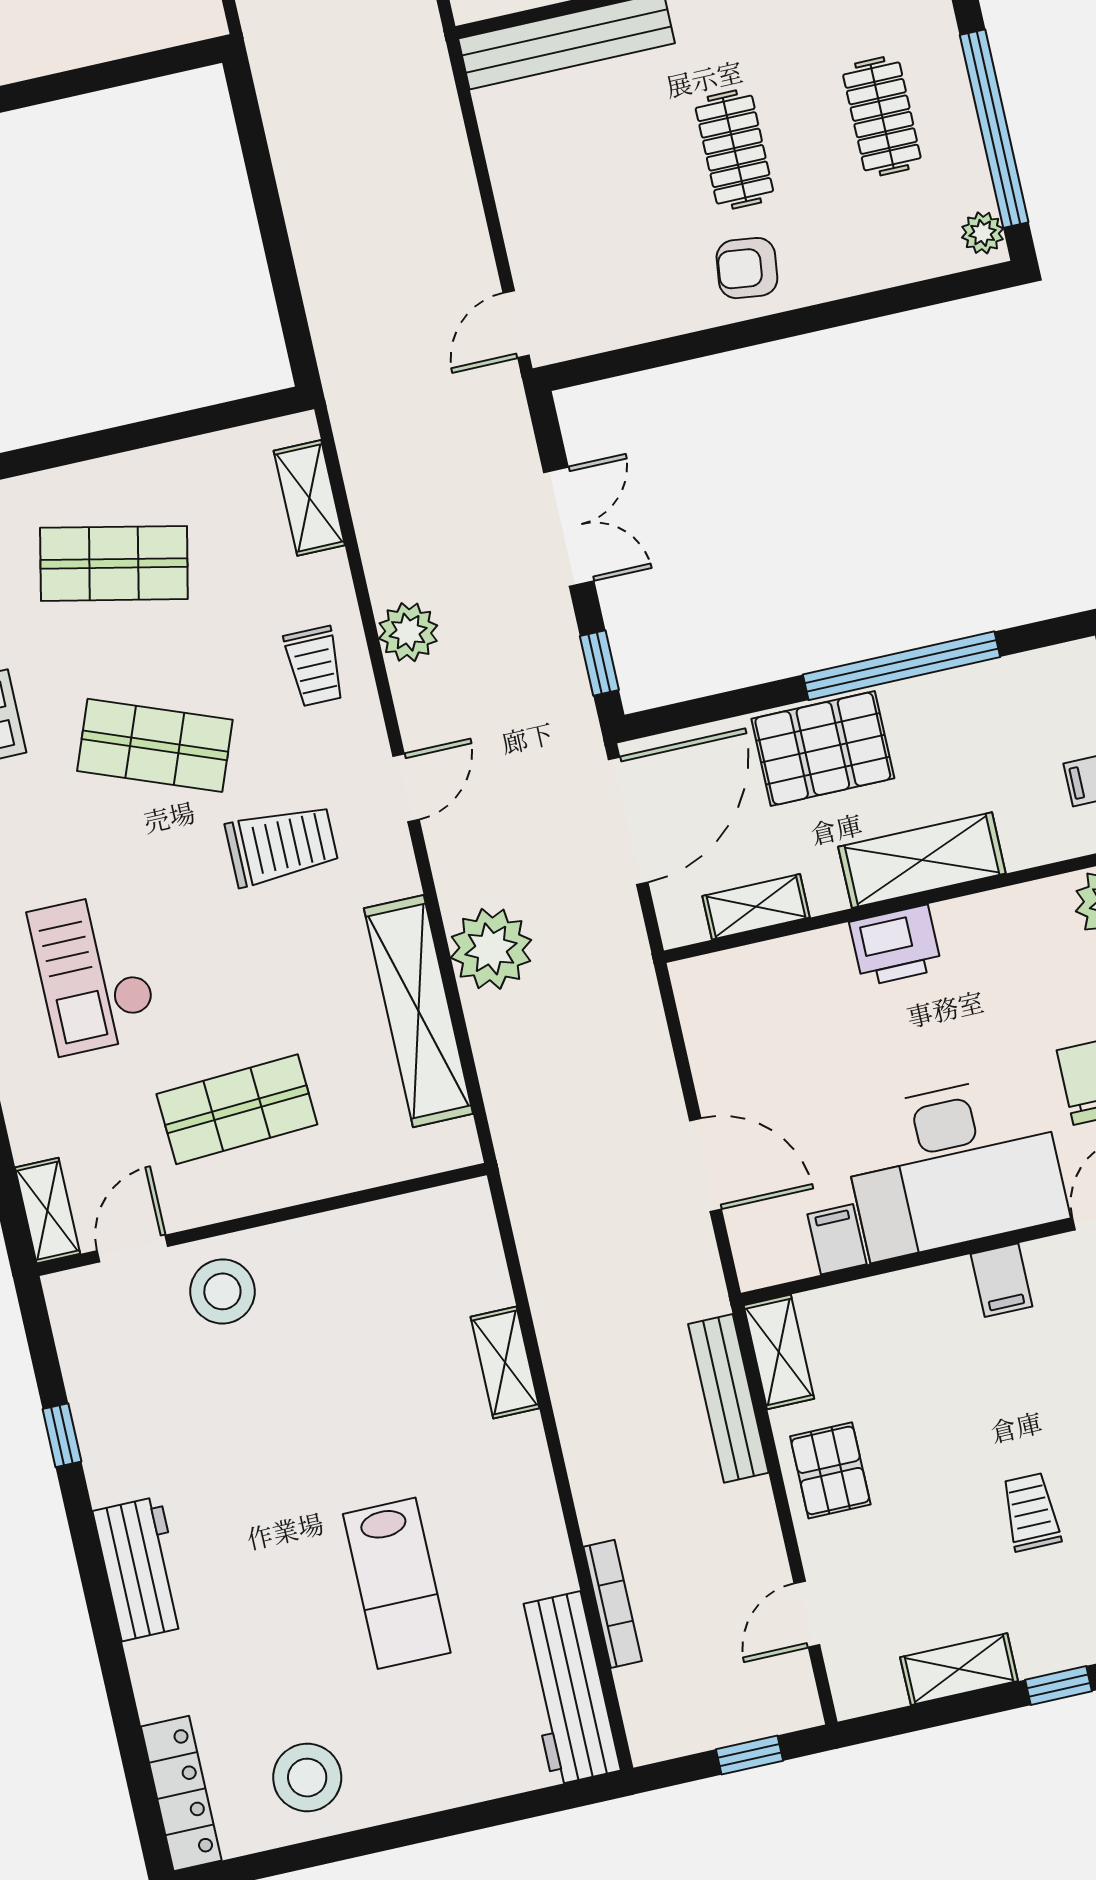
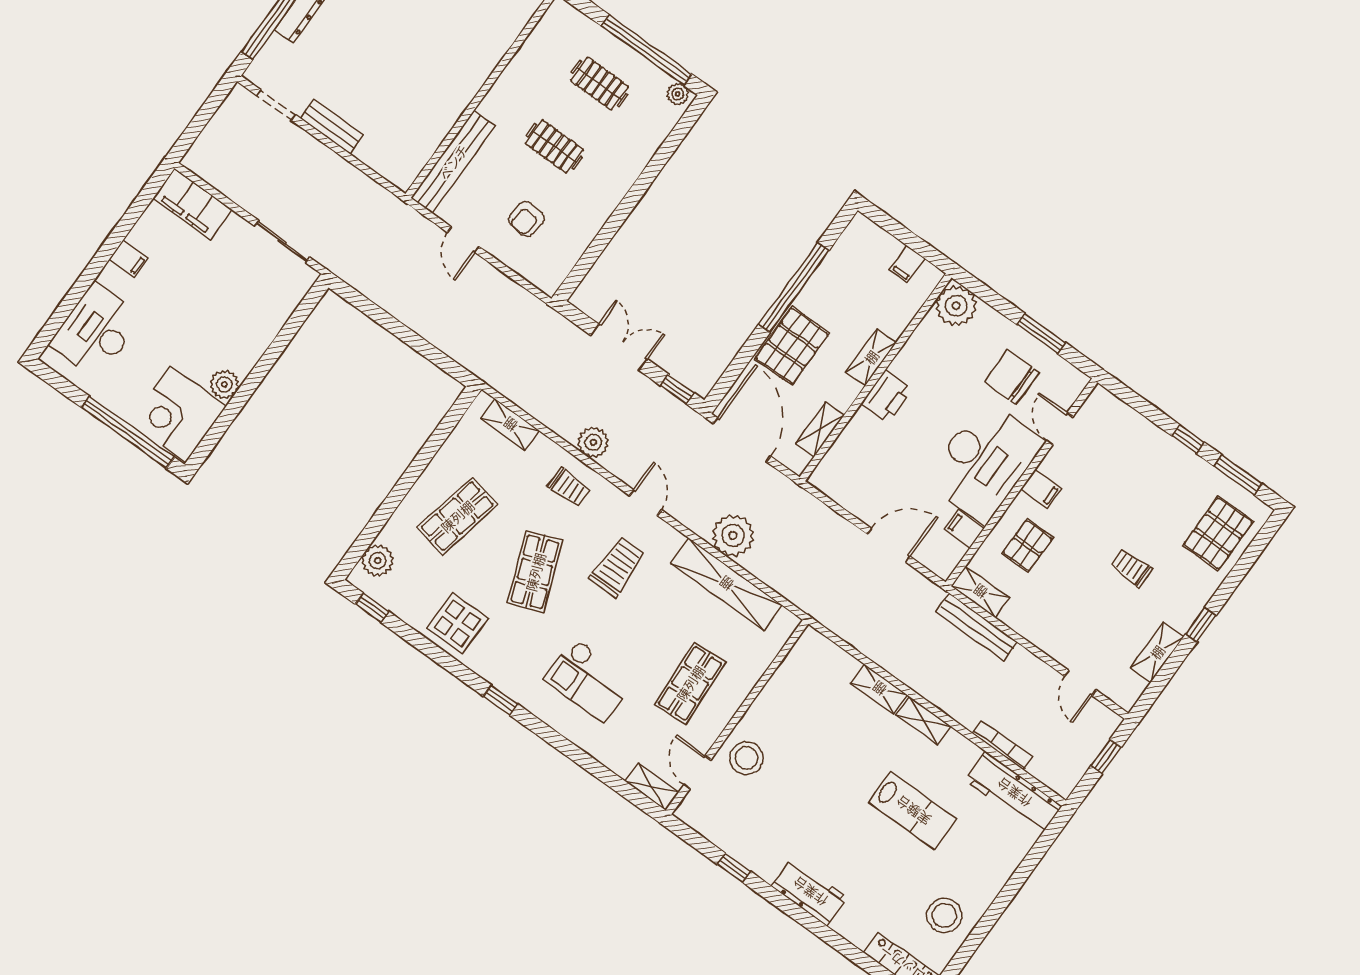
armchair: (747, 268) -> (526, 219), moved
door: (516, 324) -> (463, 240), moved
shop shelf: (155, 745) -> (535, 572), turned -42
shelving: (922, 860) -> (871, 357), width x0.67, depth x0.75
shelving: (529, 1466) -> (923, 721), added
pallet: (830, 1470) -> (1027, 546), moved, turned 90

